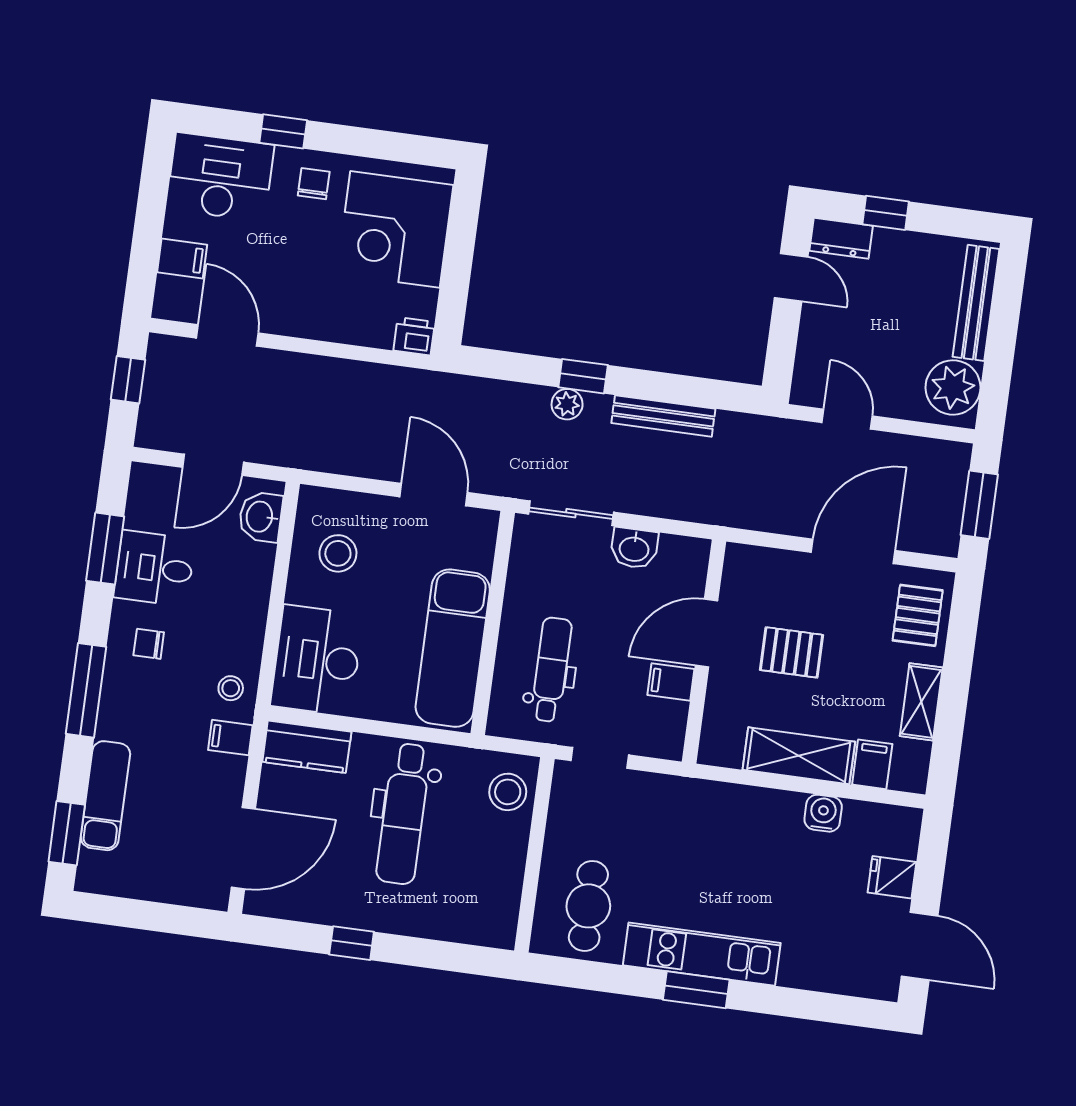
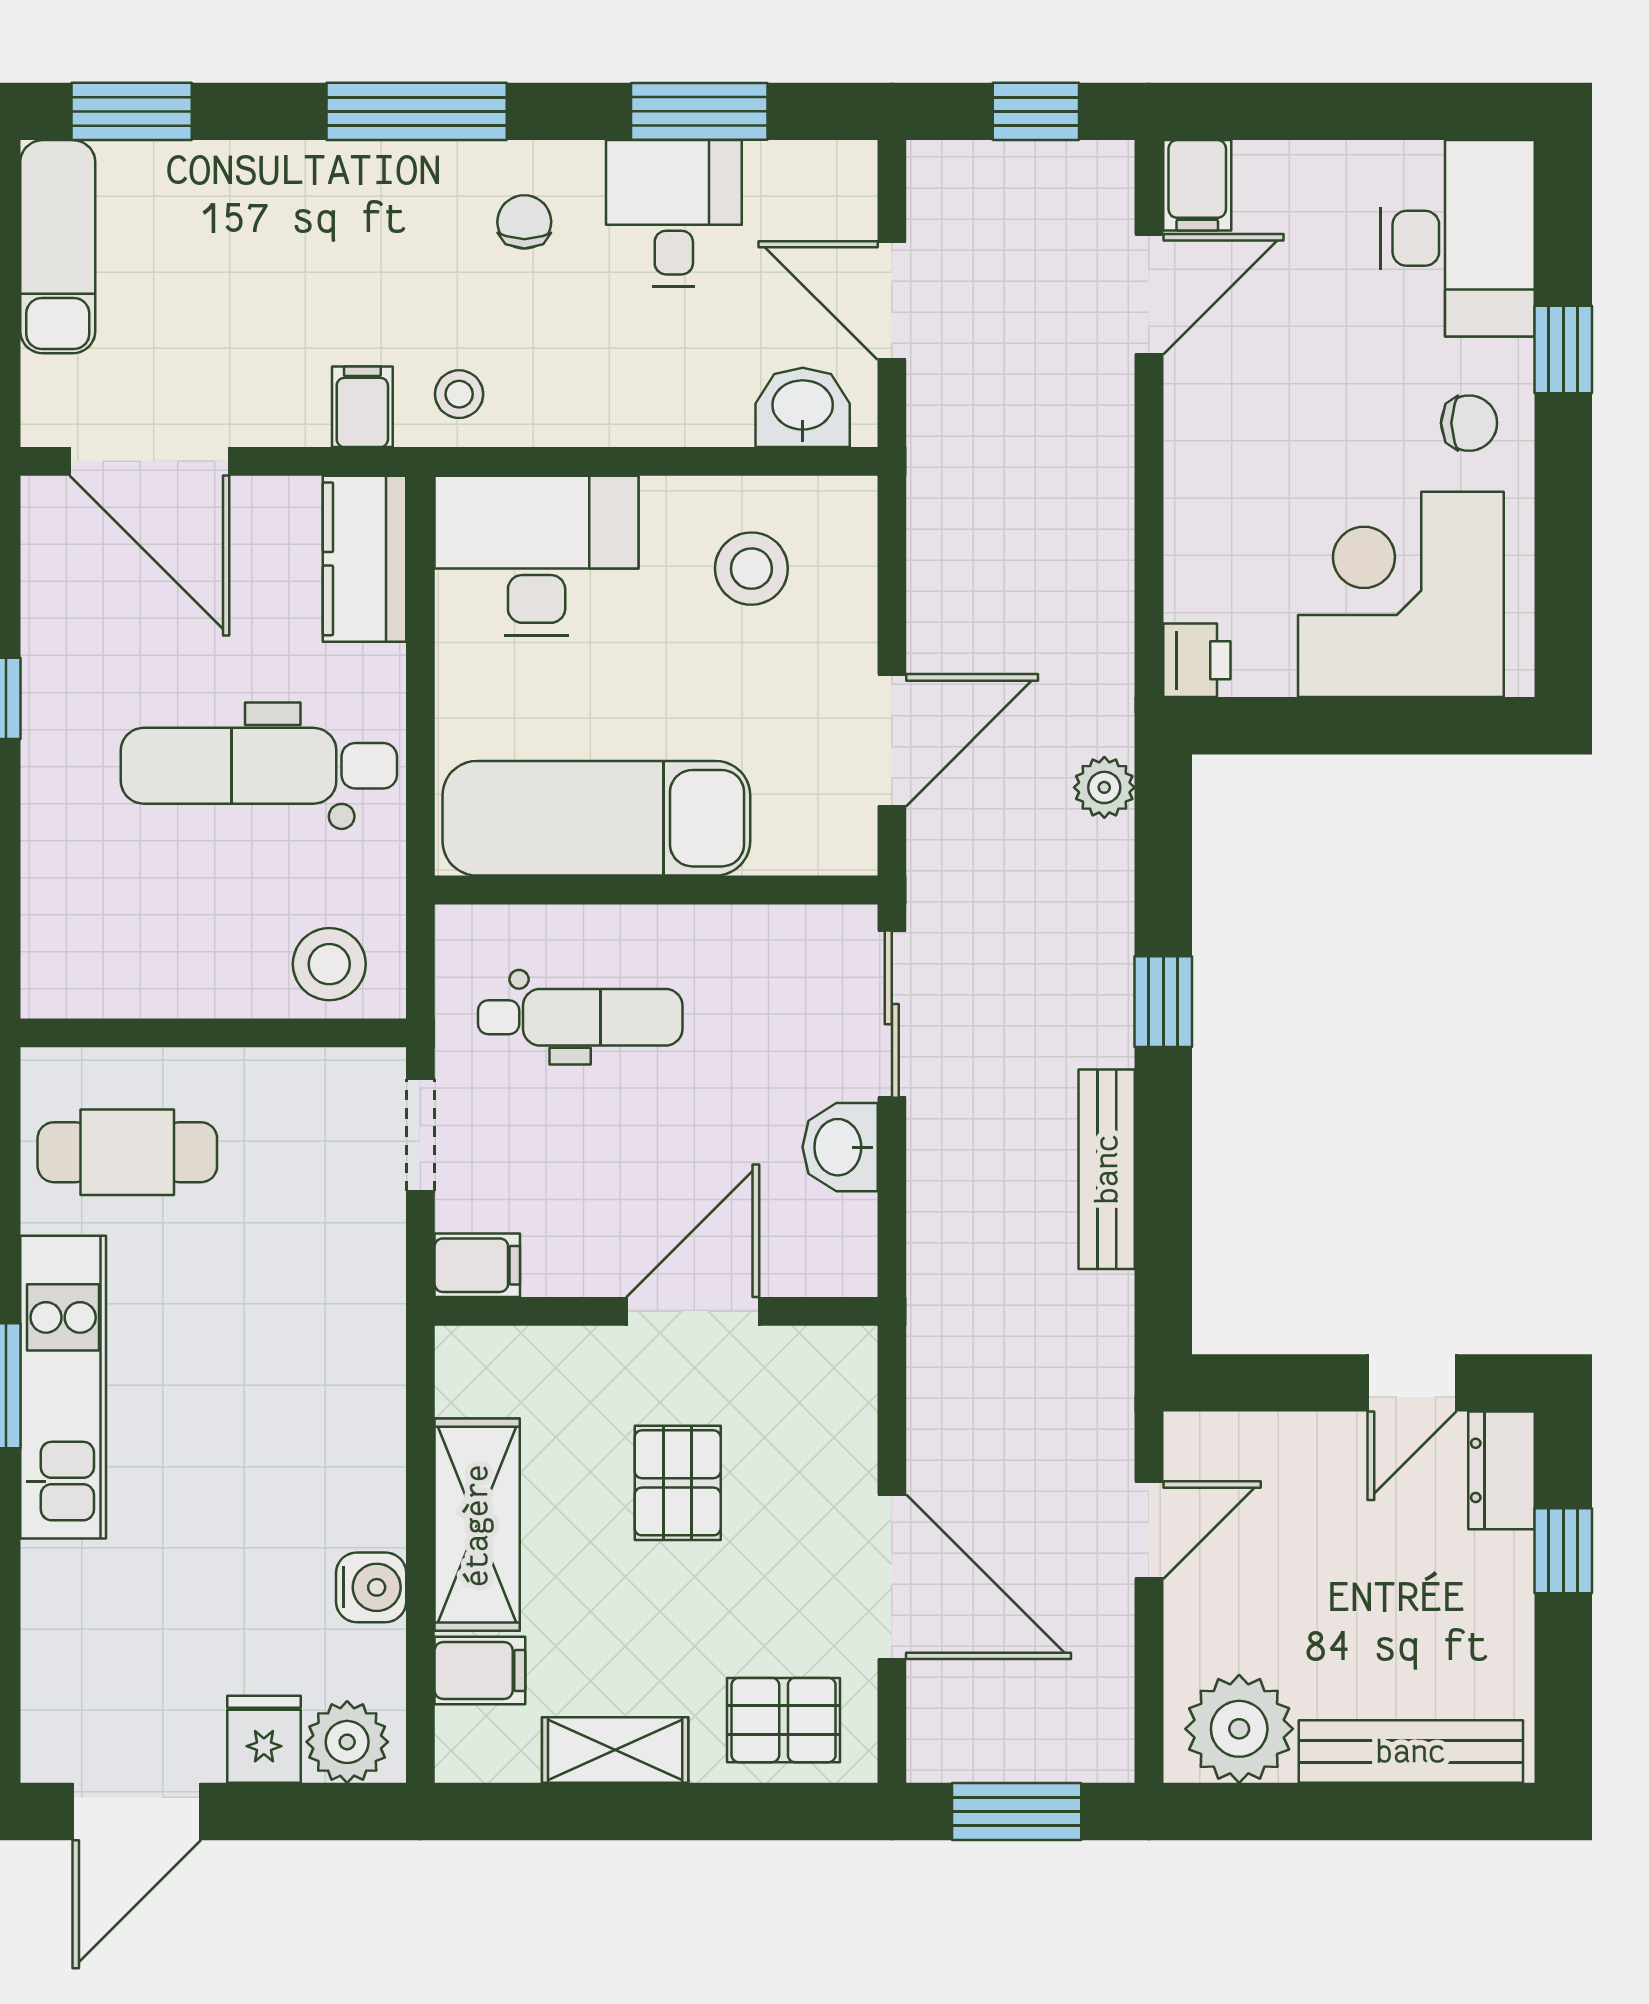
filing cabinet: (182, 258) -> (1197, 185), moved
plant: (567, 404) -> (1104, 787), moved
door: (707, 633) -> (693, 1311), hinge flipped
filing cabinet: (671, 682) -> (477, 1265), moved, turned 90
exam couch: (105, 796) -> (58, 247), moved, turned -90
plant: (899, 836) -> (347, 1742), added

